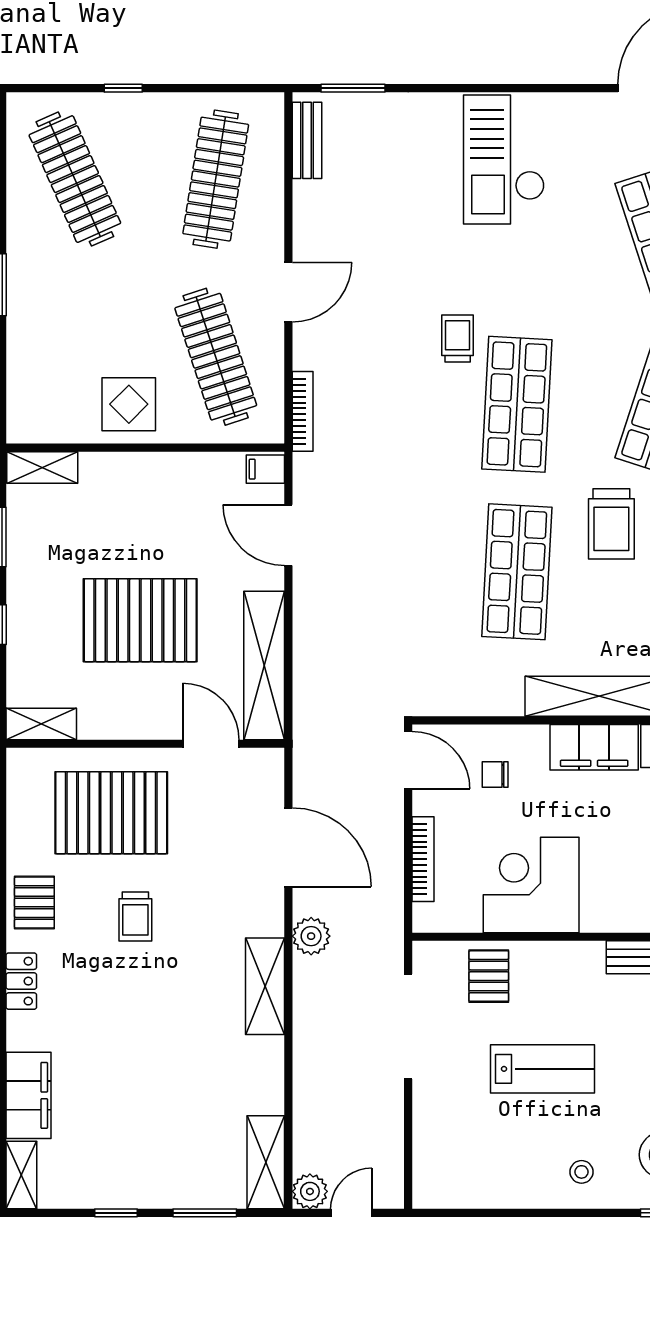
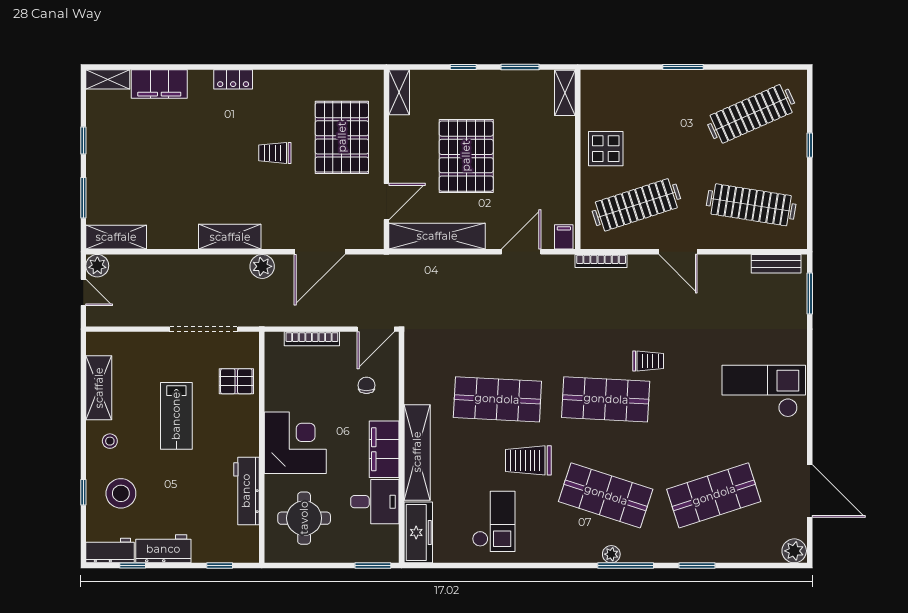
corner desk: (531, 885) -> (295, 443), moved
pallet: (34, 903) -> (284, 88), removed
shelving: (499, 1189) -> (99, 388), added

